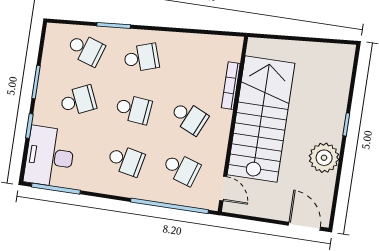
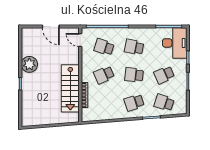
school desk: (189, 117) -> (104, 75), turned -48
stairs: (261, 119) -> (70, 88), width x0.73, depth x0.66
door: (304, 226) -> (51, 26), moved

